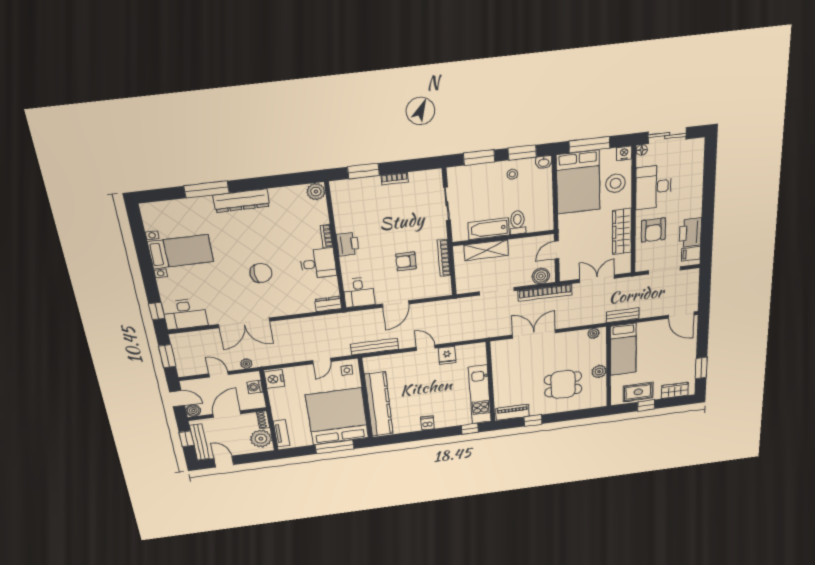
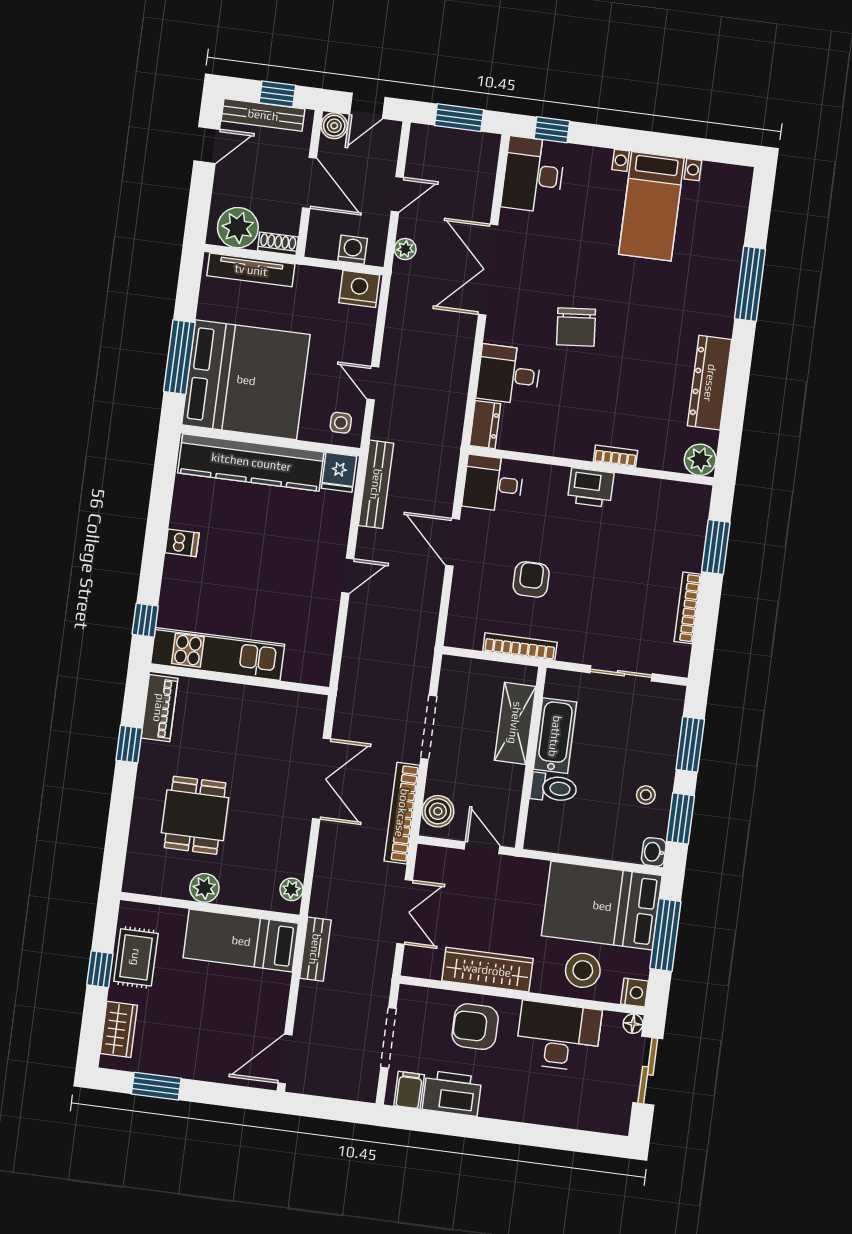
bookcase: (395, 179) -> (688, 608), width x1.56
dresser: (241, 201) -> (710, 383), moved
desk: (318, 264) -> (509, 375), moved, turned 90
fridge: (447, 355) -> (339, 472), moved, turned -90
tv unit: (281, 433) -> (251, 270), width x1.41

